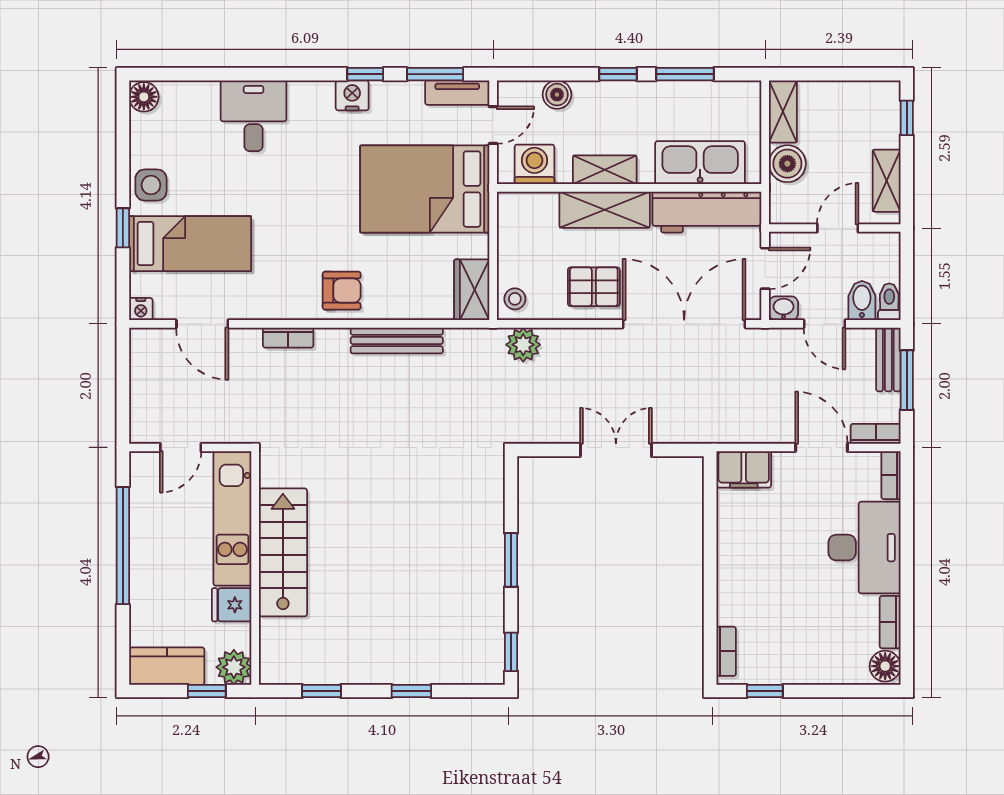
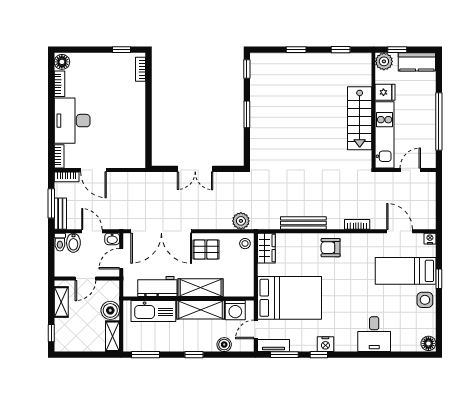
window: (685, 74) -> (146, 355), moved
shelving: (605, 170) -> (201, 310), width x1.50, depth x1.33
workbench: (707, 212) -> (157, 286), width x0.73
filing cabinet: (744, 469) -> (132, 159), removed

